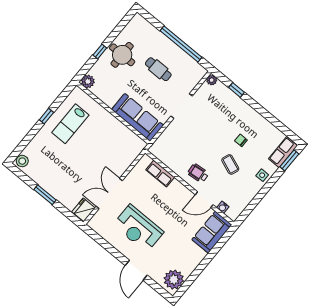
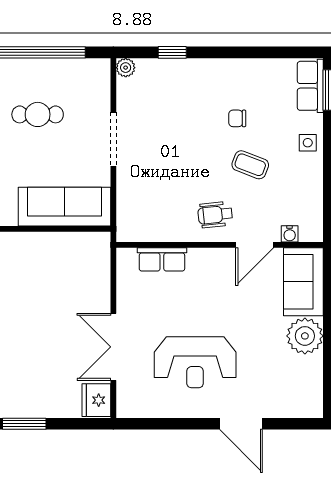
plant: (174, 280) -> (305, 336), moved

